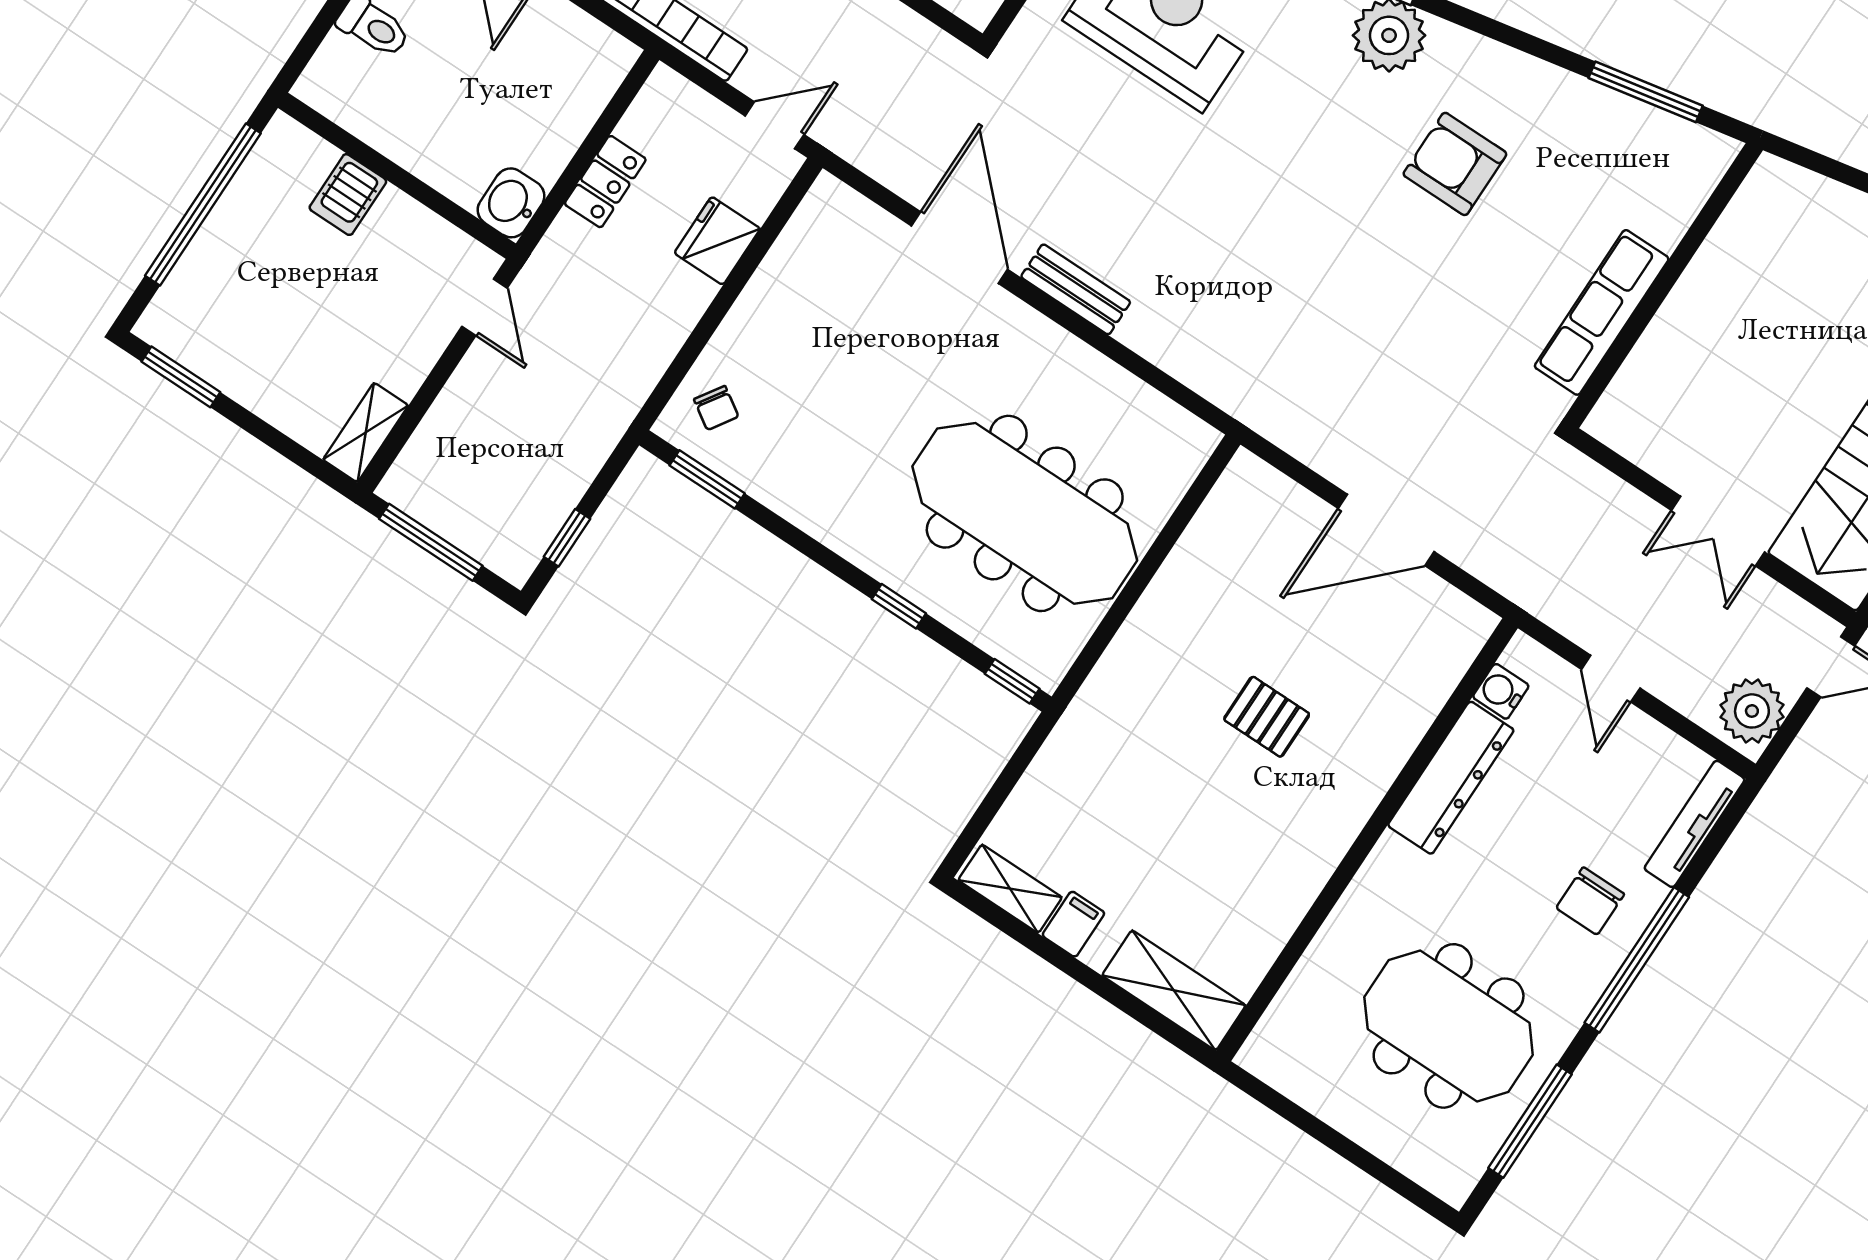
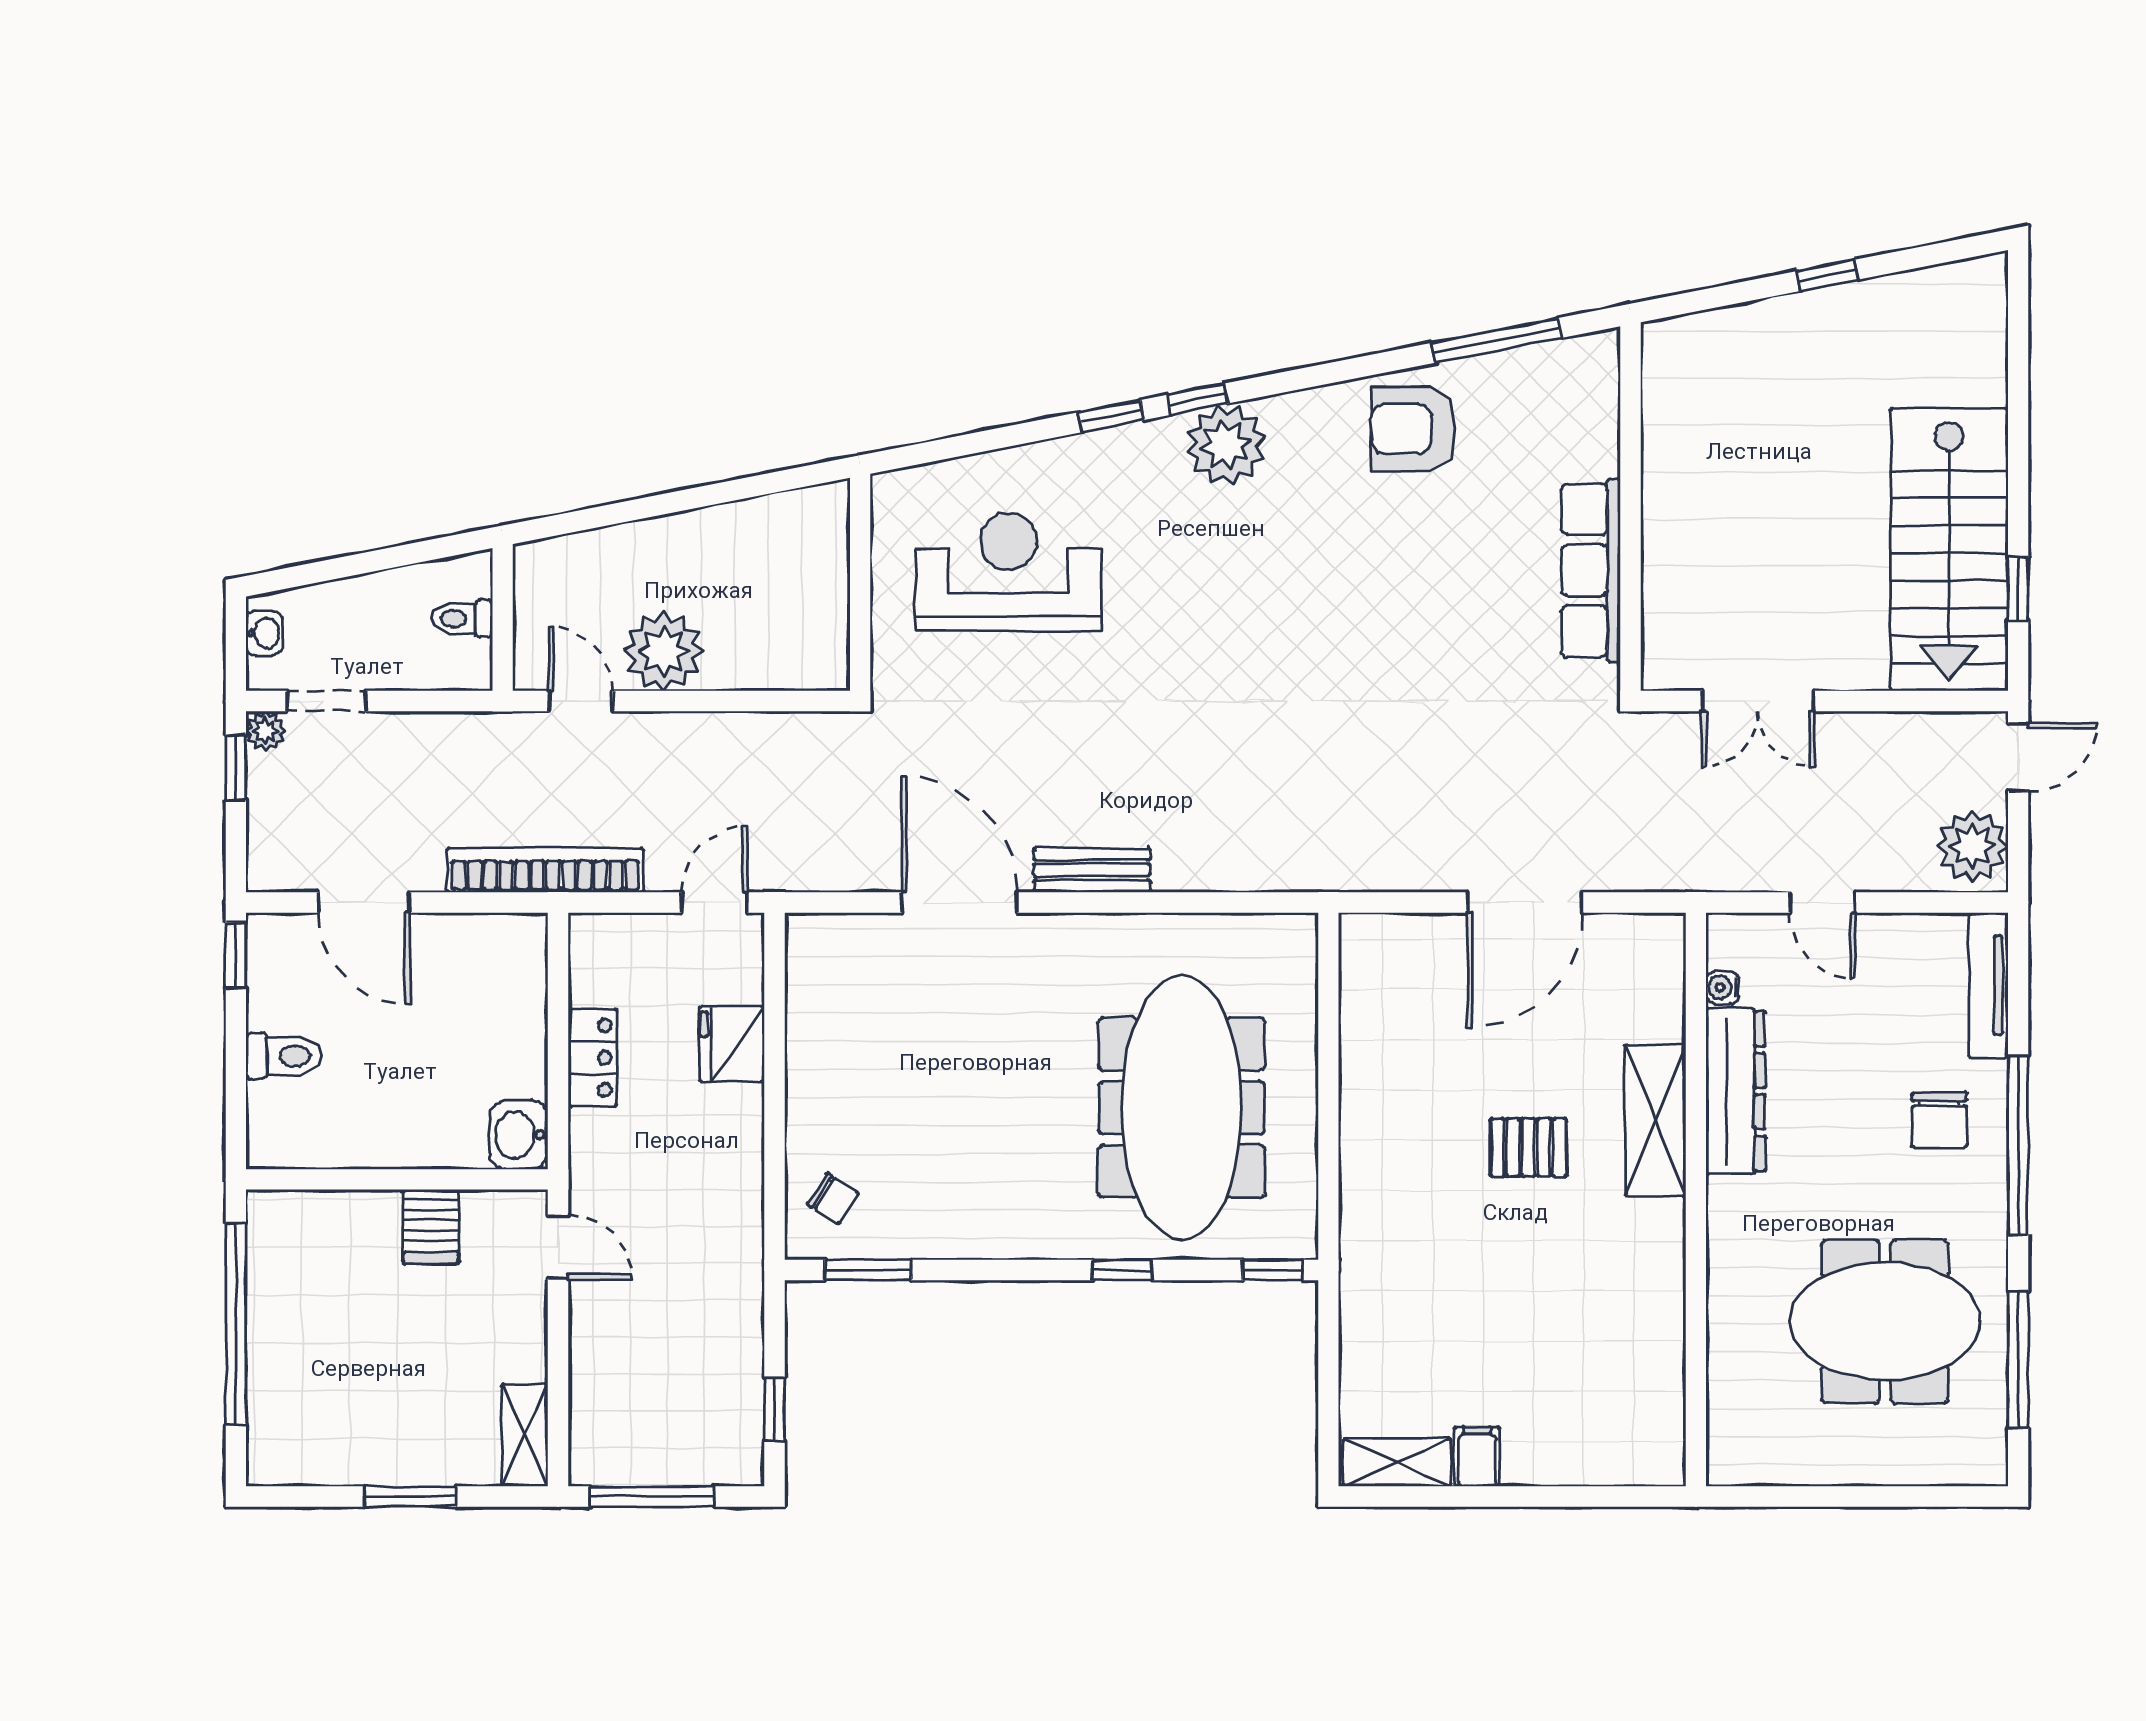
armchair: (1455, 164) -> (1413, 429), moved
server rack: (348, 195) -> (431, 1227), moved
window: (181, 377) -> (410, 1497), moved
meeting table: (1025, 513) -> (1182, 1108), turned 90
double door: (1718, 531) -> (1758, 701), moved
water cooler: (1501, 691) -> (1723, 988), width x0.72, depth x0.72
shelving: (1174, 990) -> (1656, 1121), moved, turned 90

